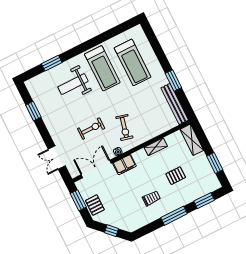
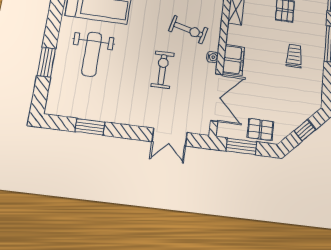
double door: (96, 169) -> (217, 97), swing flipped

